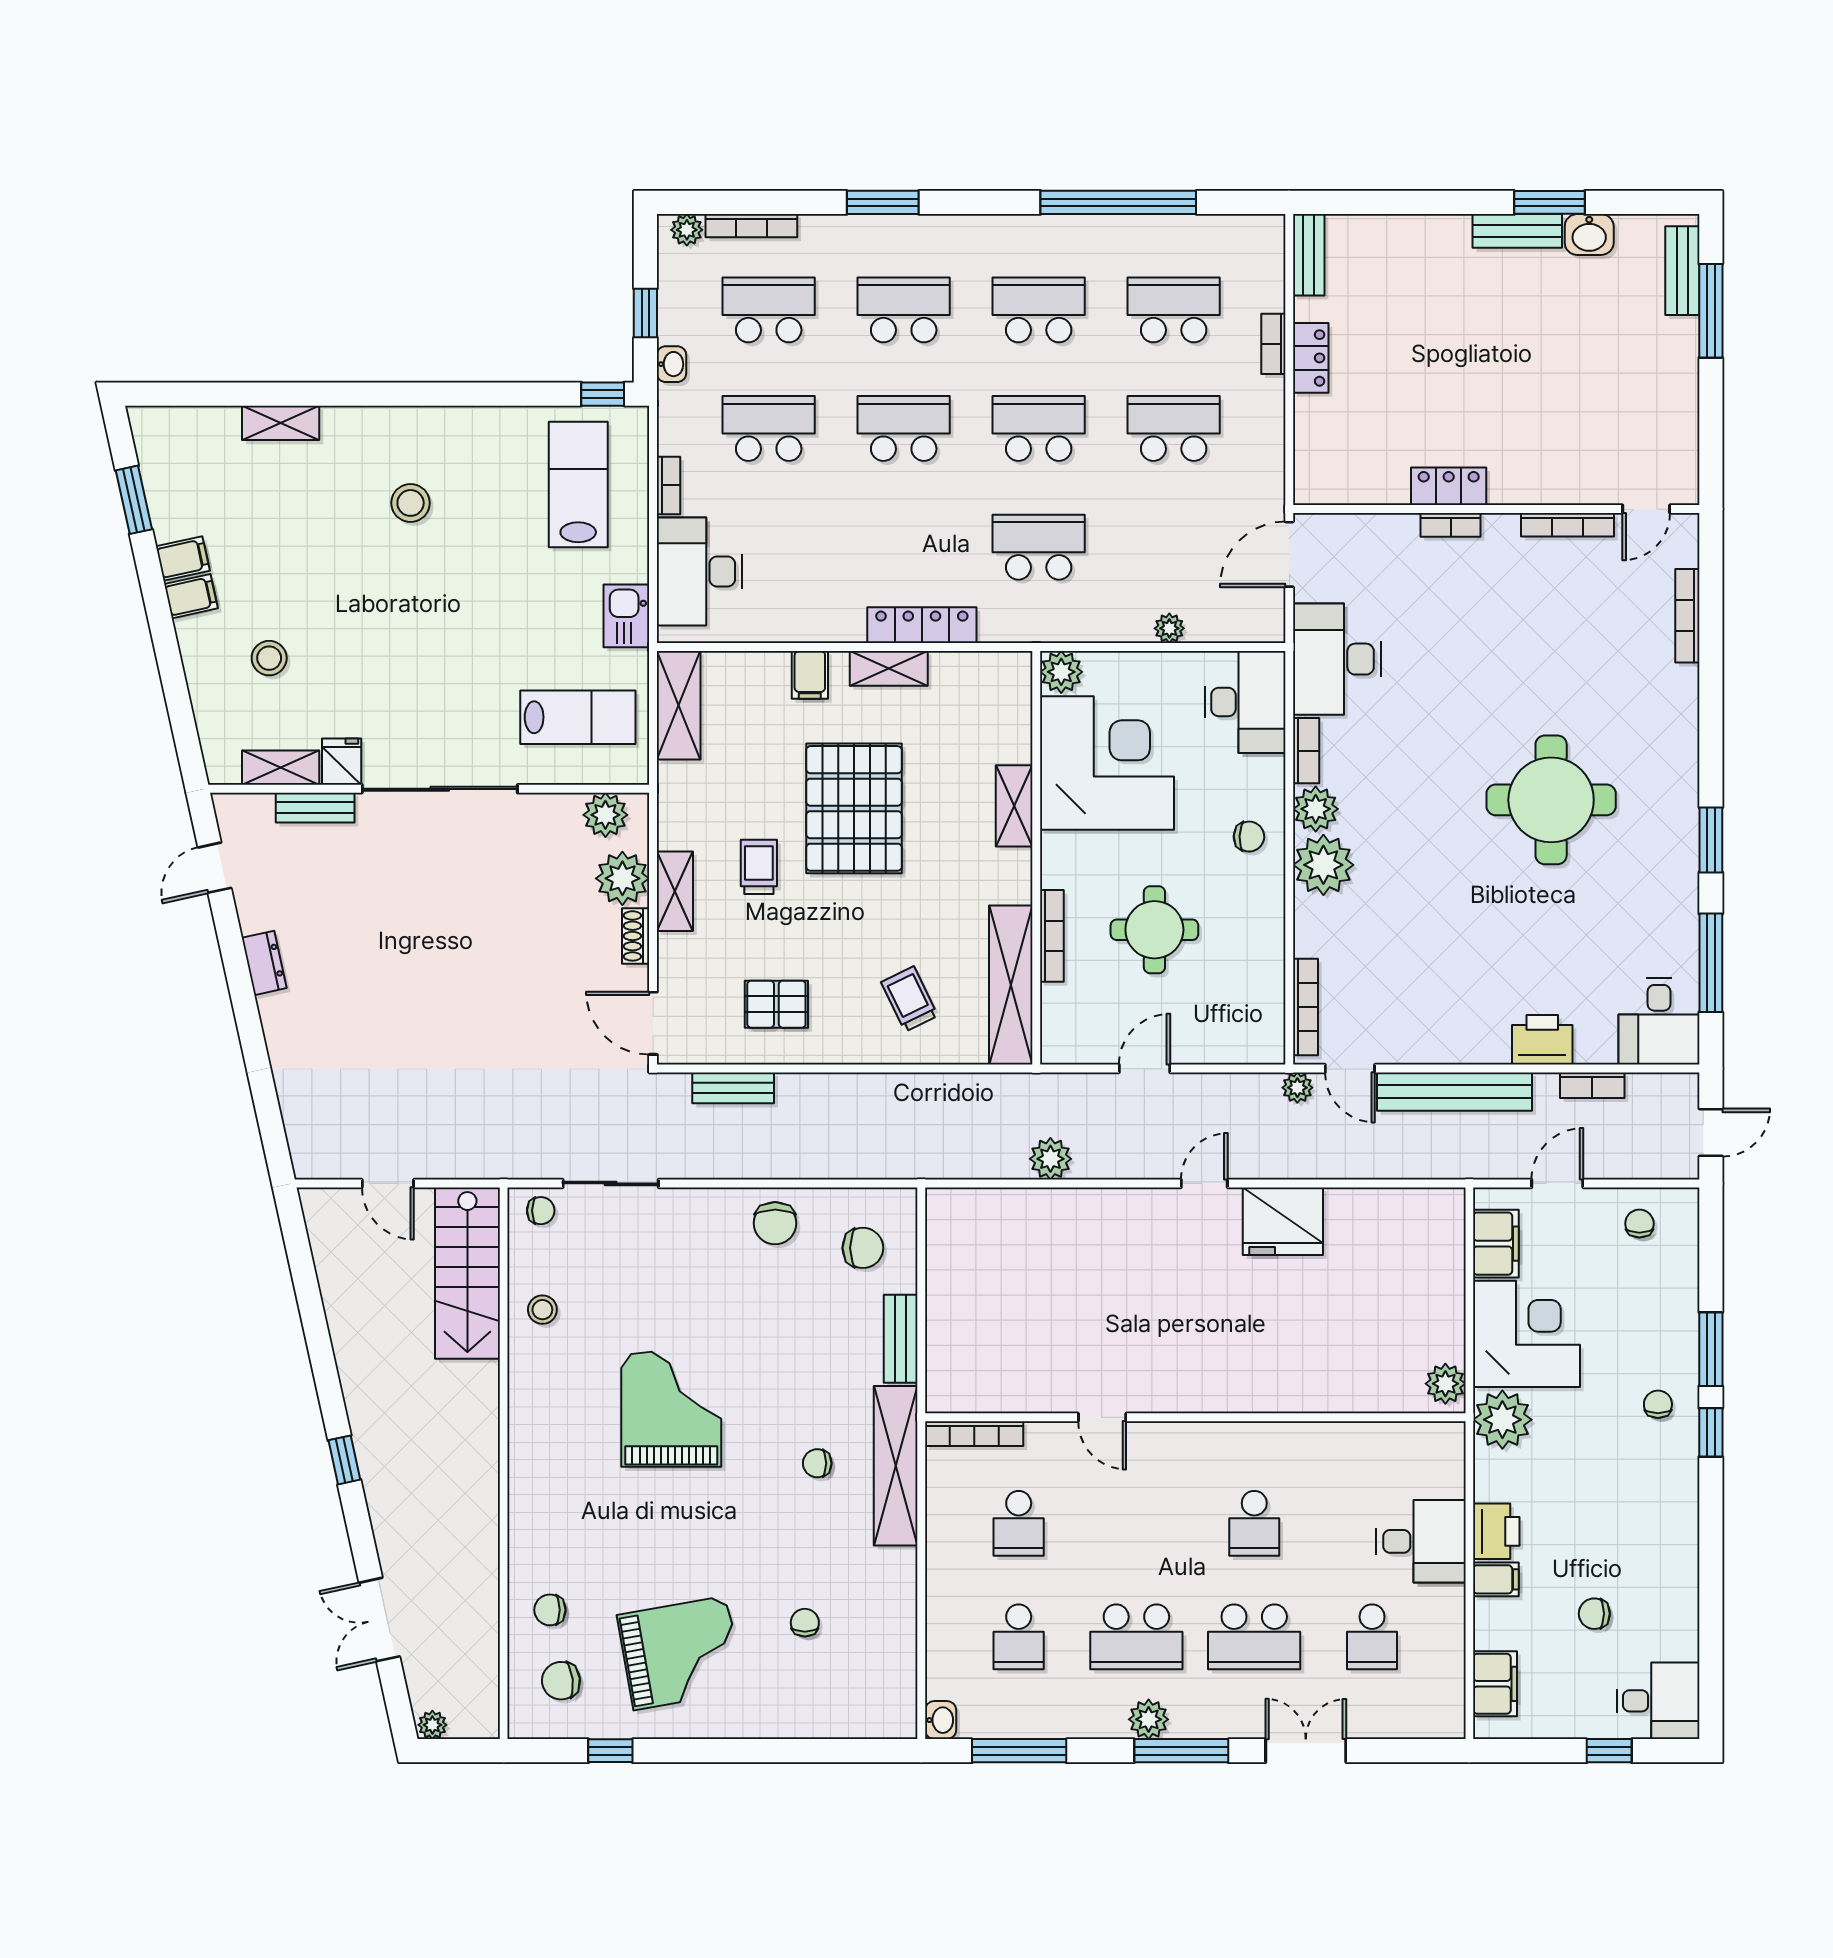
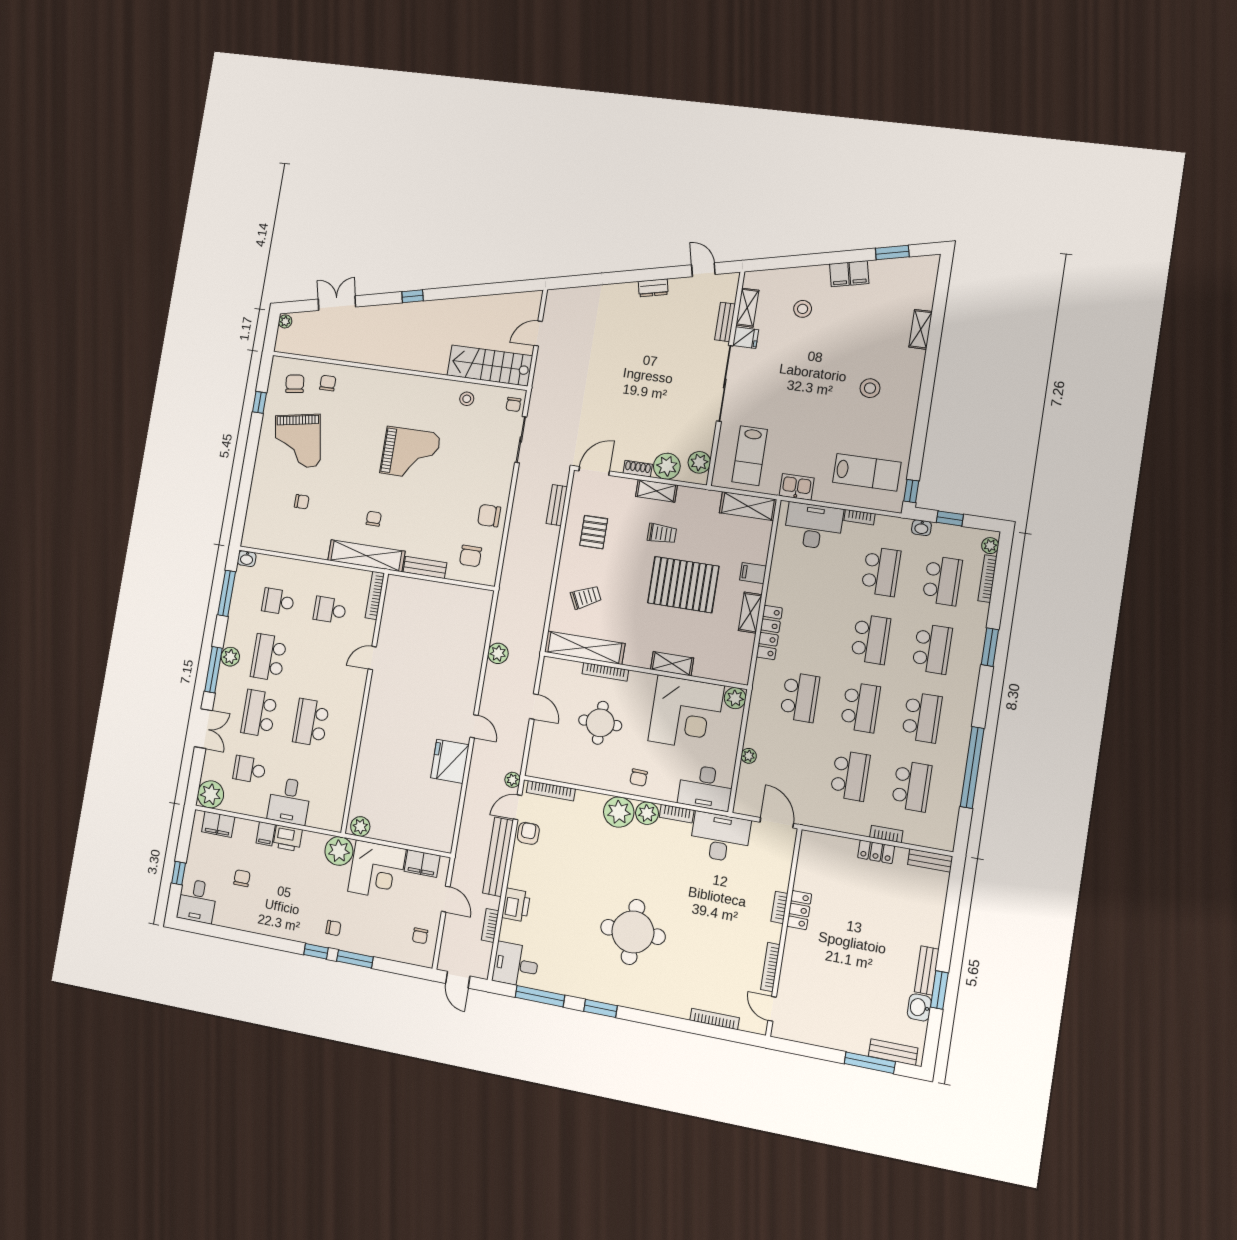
armchair: (1397, 1038) -> (528, 833), added
chair: (1639, 1224) -> (420, 936), turned 90
school desk: (1254, 1523) -> (311, 722), width x1.85
plant: (1437, 1711) -> (211, 794), added

